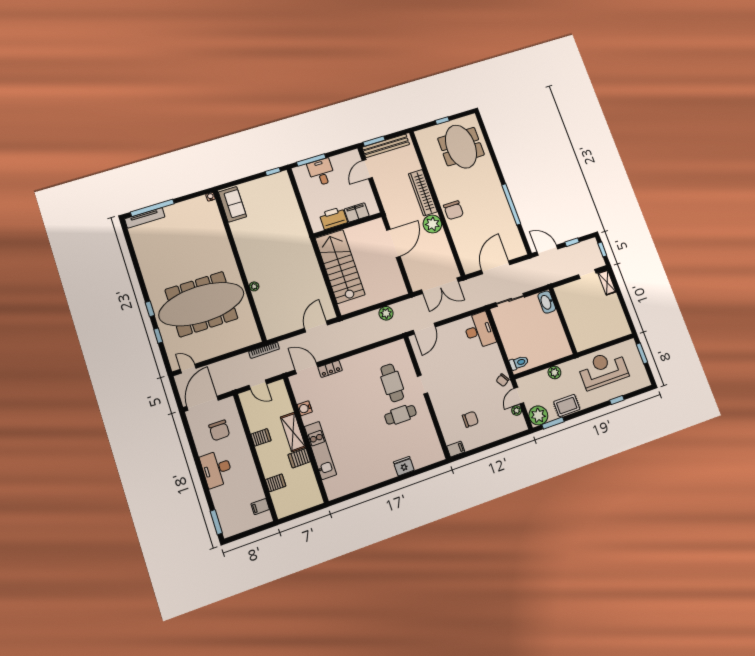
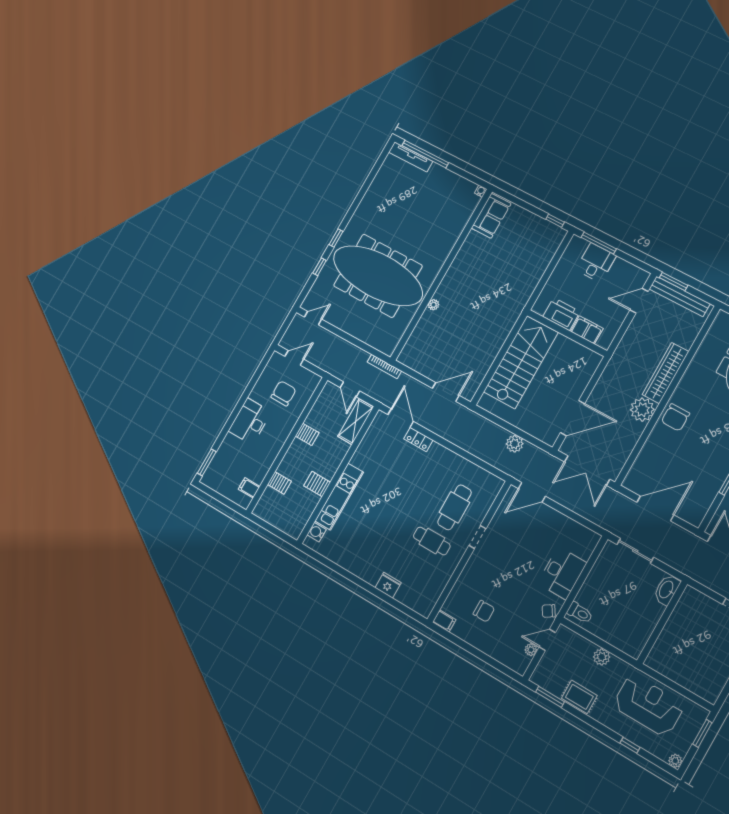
door: (393, 243) -> (573, 418), moved
desk: (479, 330) -> (562, 573), moved
door: (188, 369) -> (313, 318), hinge flipped
door: (203, 403) -> (294, 358), width x0.53
water cooler: (305, 408) -> (317, 532), moved
plant: (538, 415) -> (675, 761), moved, width x0.53, depth x0.53
chair: (219, 430) -> (284, 393), turned 180
shelving: (293, 432) -> (356, 422), moved

